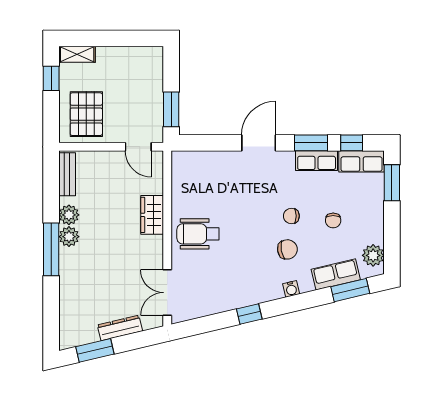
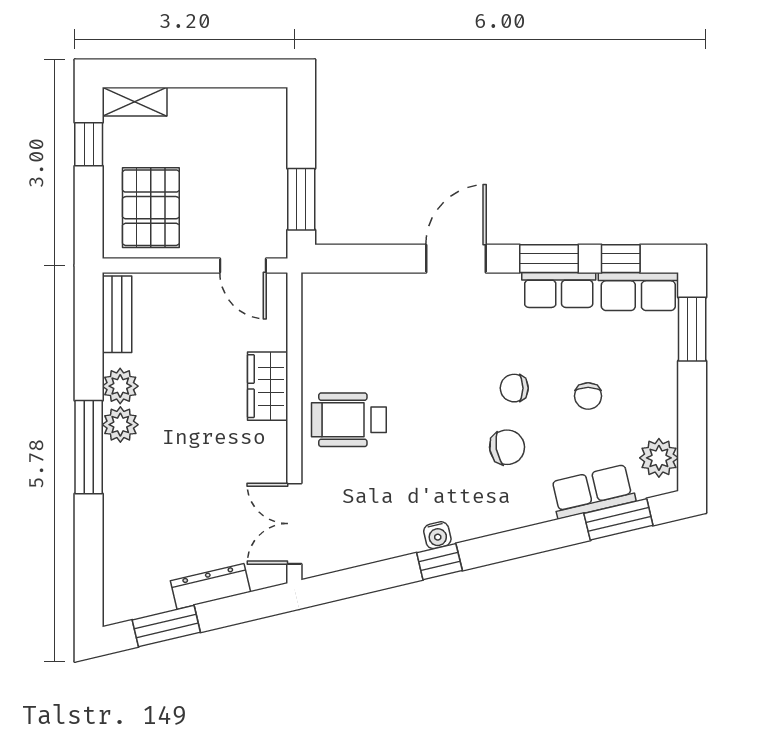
water cooler: (291, 289) -> (437, 535), moved

